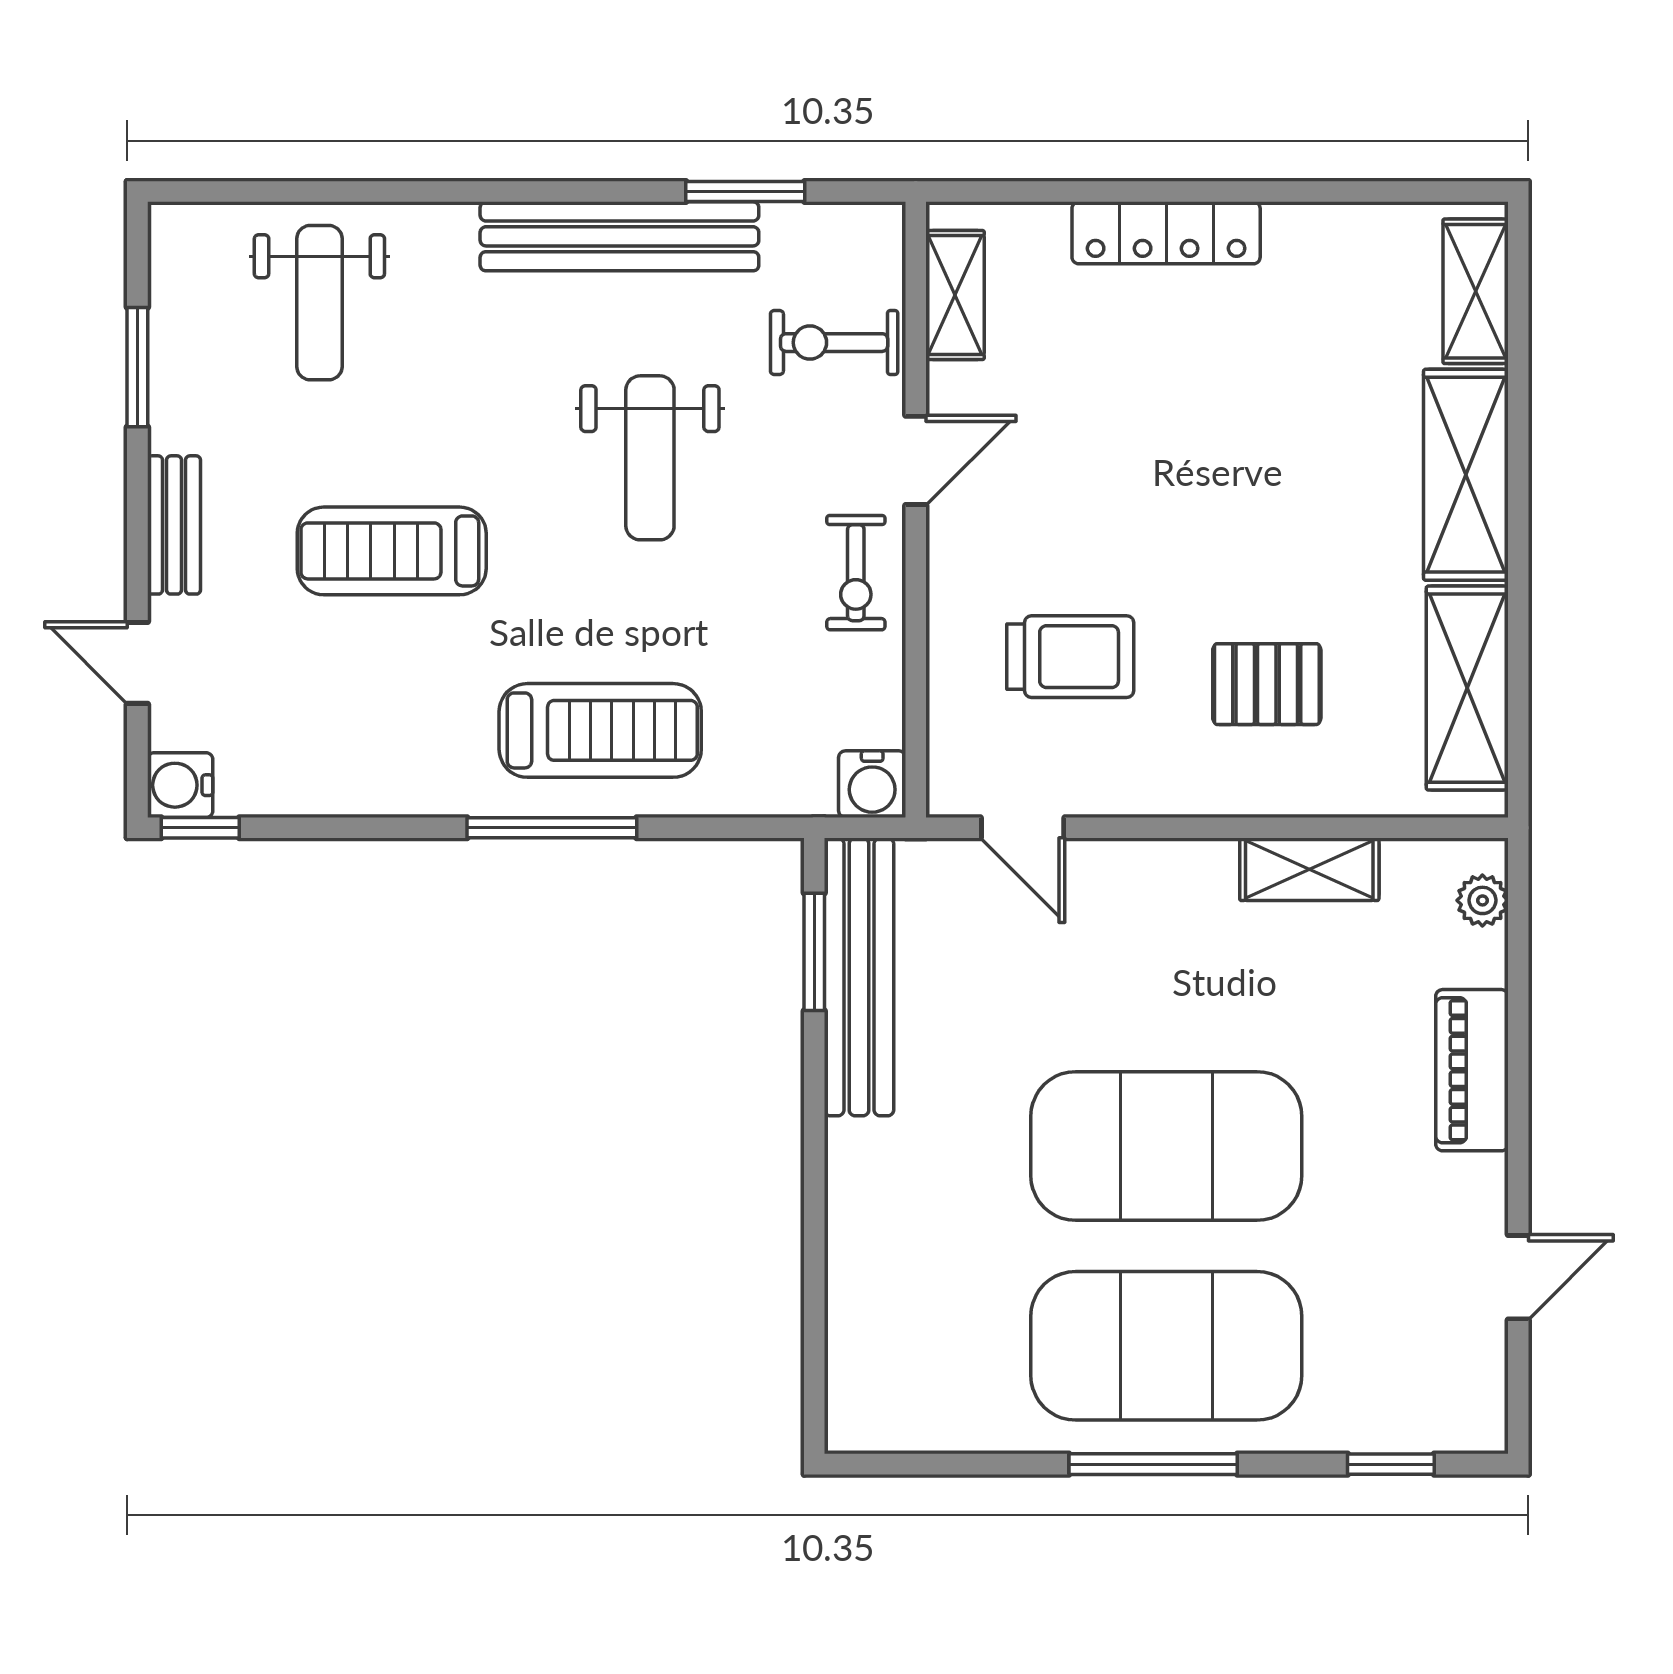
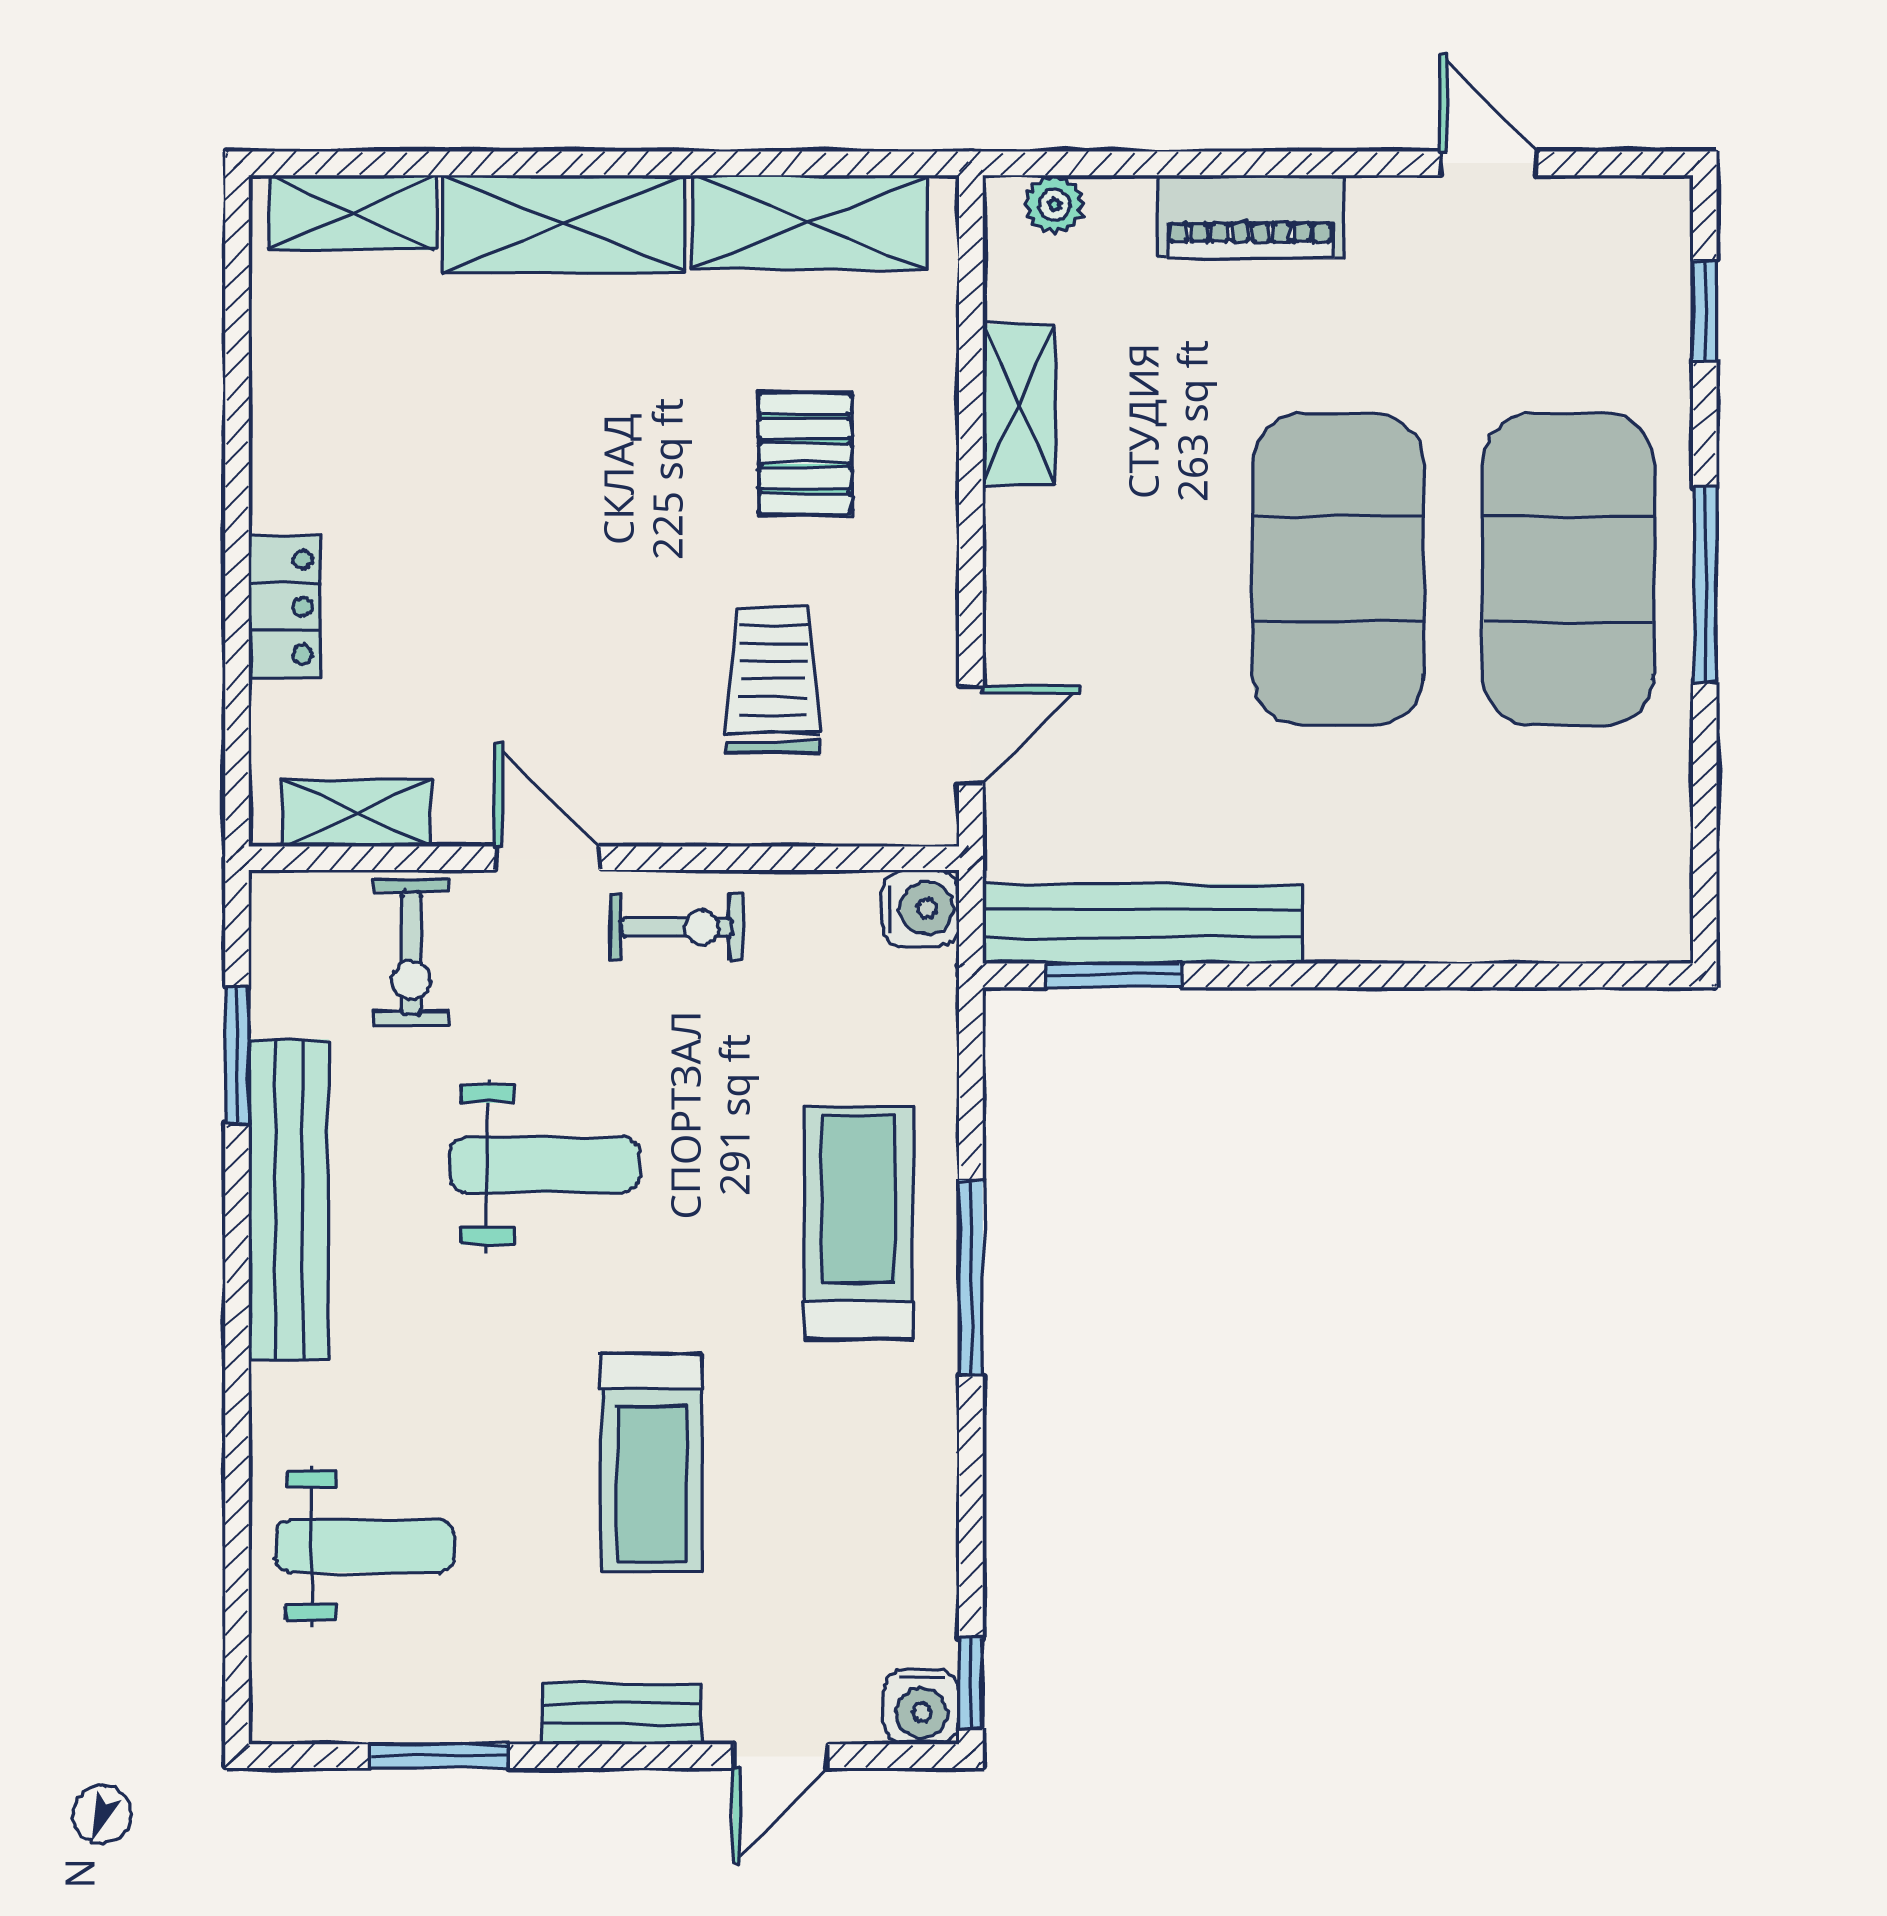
locker: (1166, 233) -> (285, 607), width x0.66

